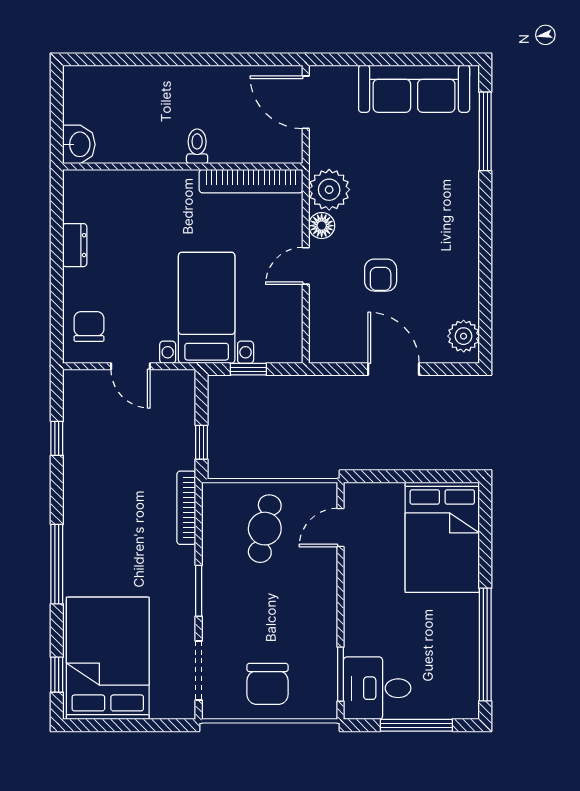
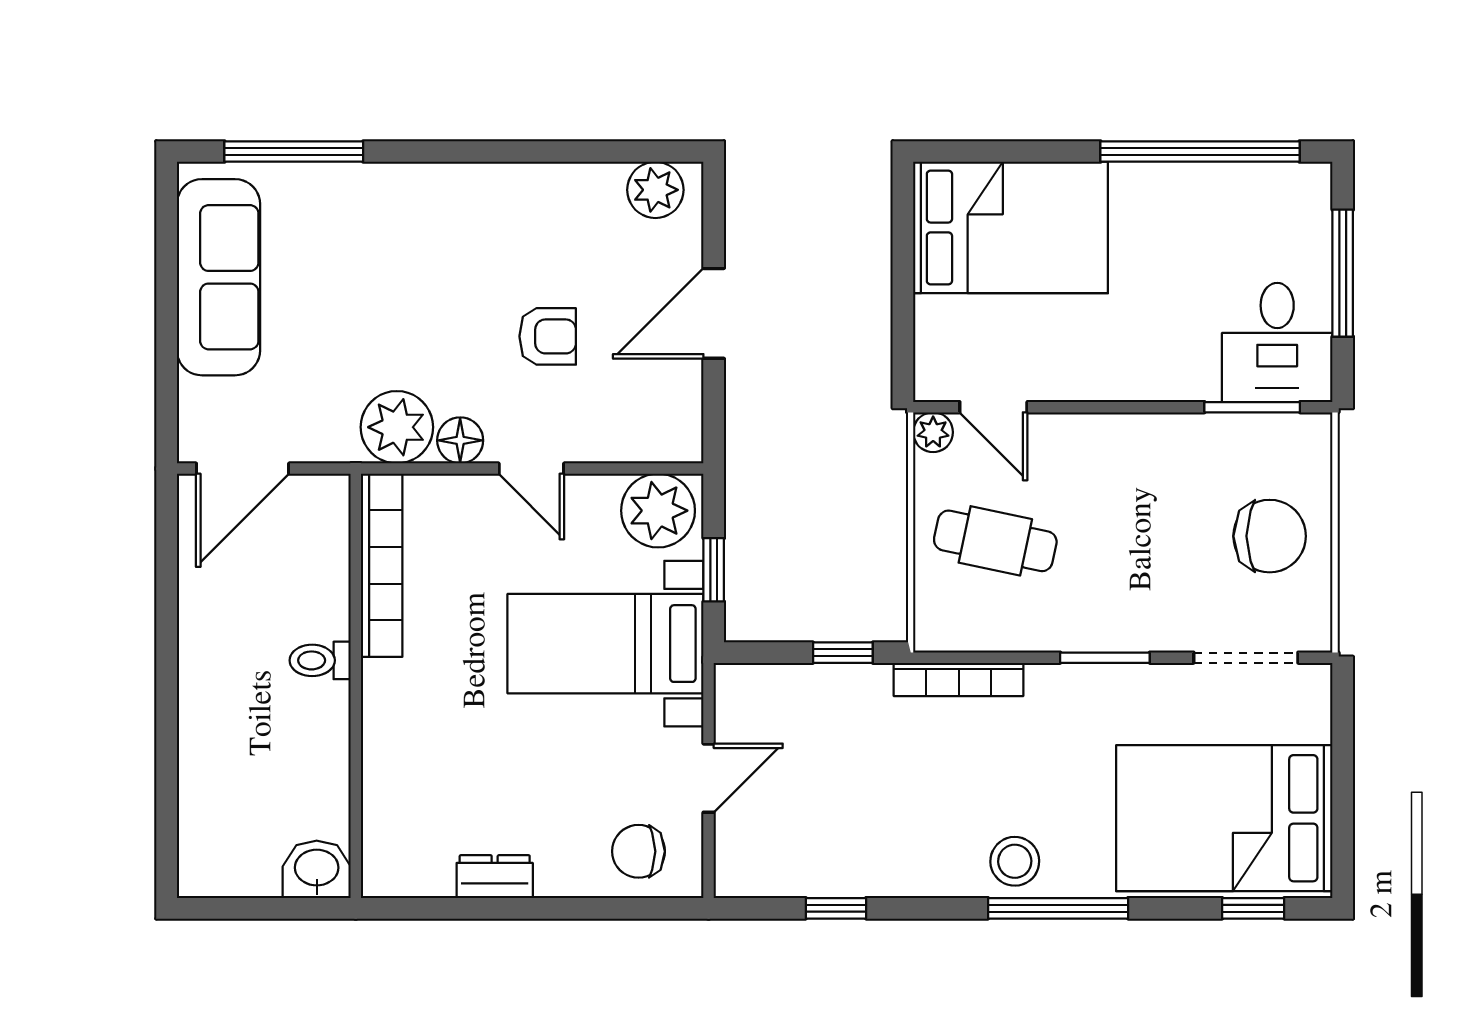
plant: (282, 338) -> (658, 511), added
plant: (326, 493) -> (933, 432), added
stool: (83, 540) -> (1015, 861), added

